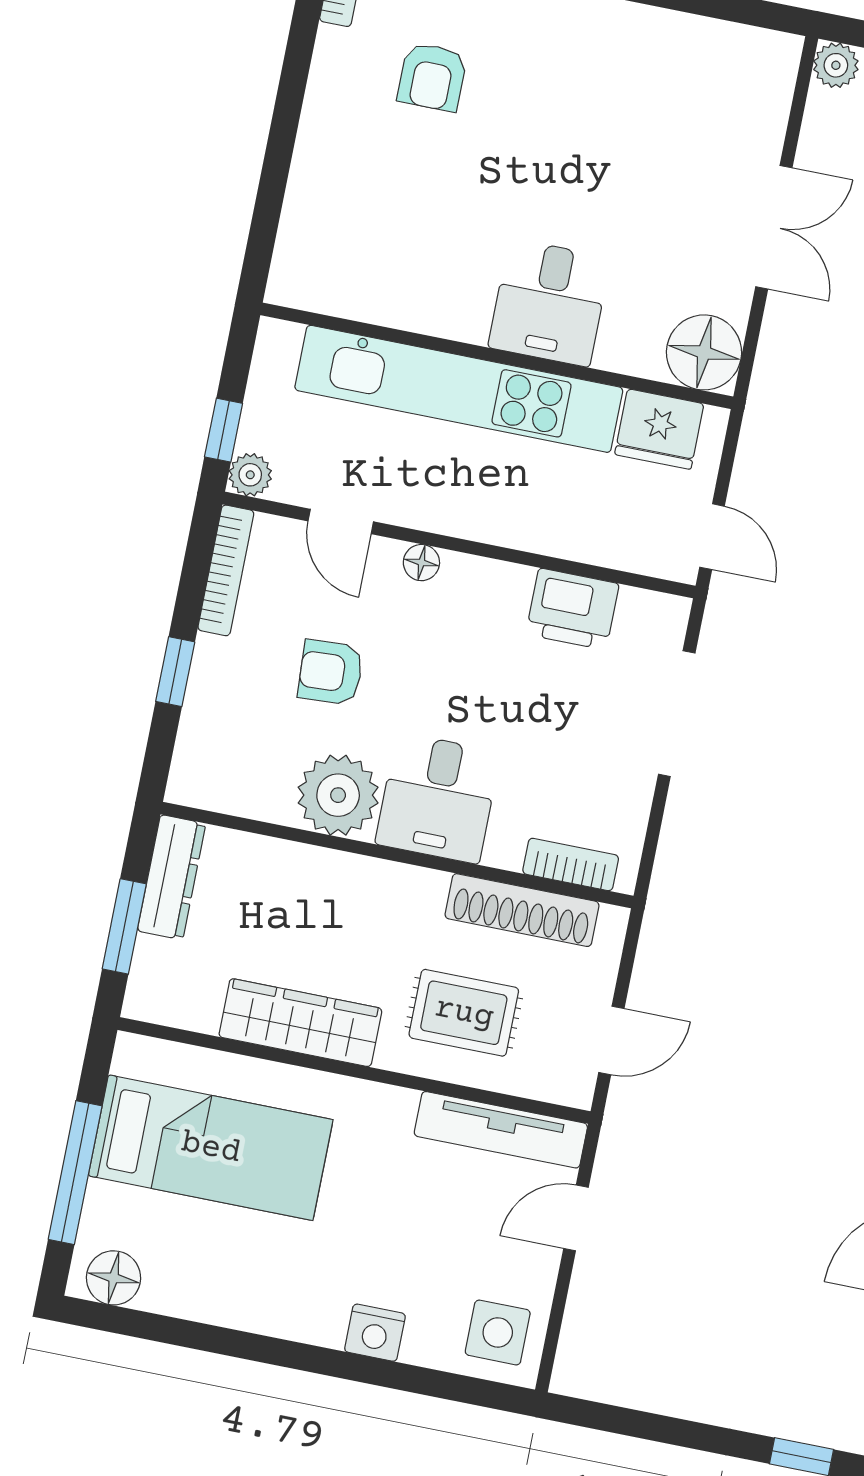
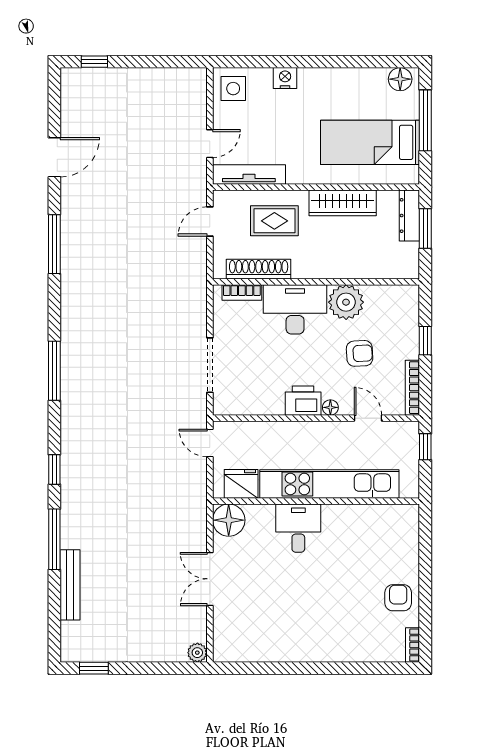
armchair: (432, 77) -> (398, 598), moved
plant: (250, 475) -> (410, 430), removed
printer: (572, 609) -> (303, 401), moved
desk: (438, 798) -> (295, 309), width x1.37
dresser: (172, 877) -> (409, 216), moved

